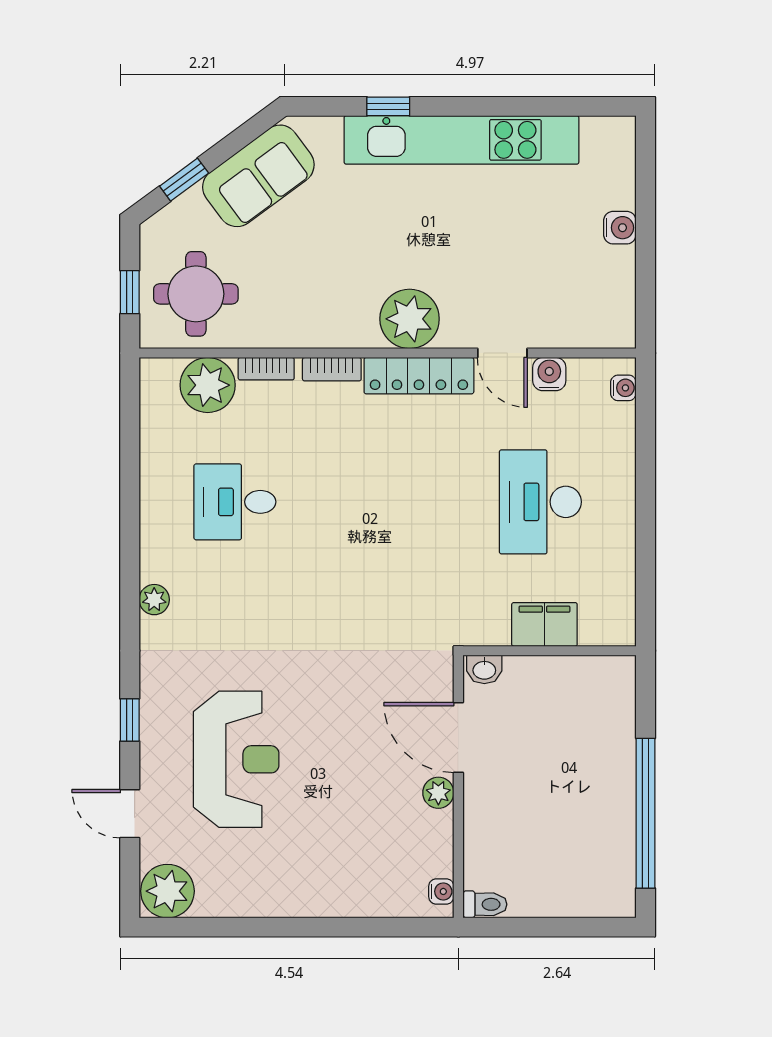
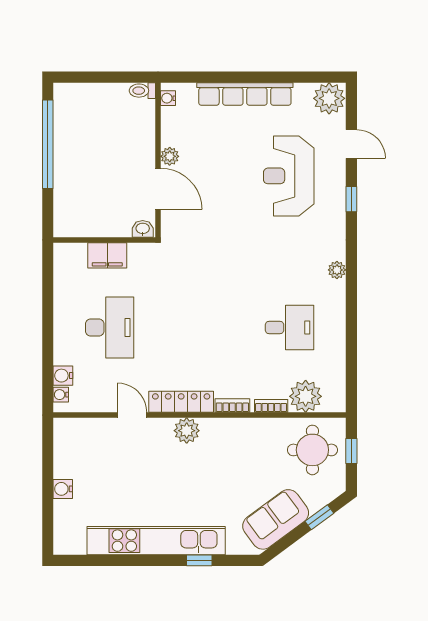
plant: (410, 319) -> (187, 431), width x0.73, depth x0.73
water cooler: (549, 374) -> (63, 376), moved, turned 90
row of seats: (311, 899) -> (245, 94), added

